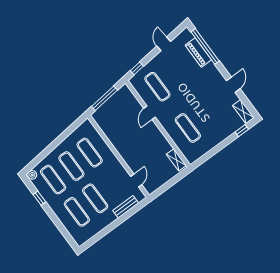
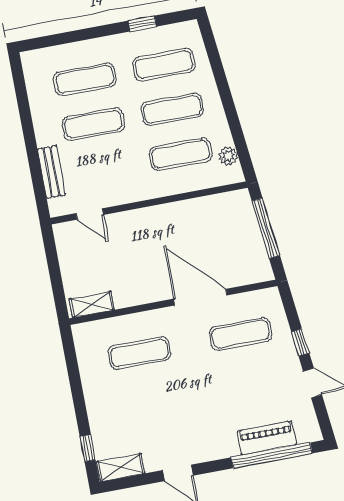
window: (137, 68) -> (300, 342), moved
door: (150, 113) -> (200, 297), width x1.88
plant: (32, 175) -> (228, 156), moved

